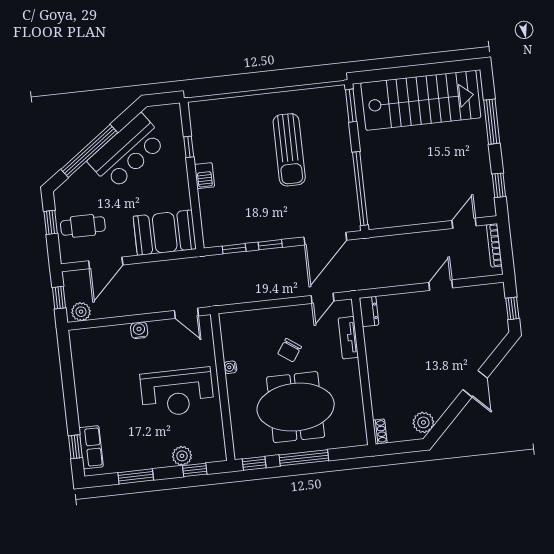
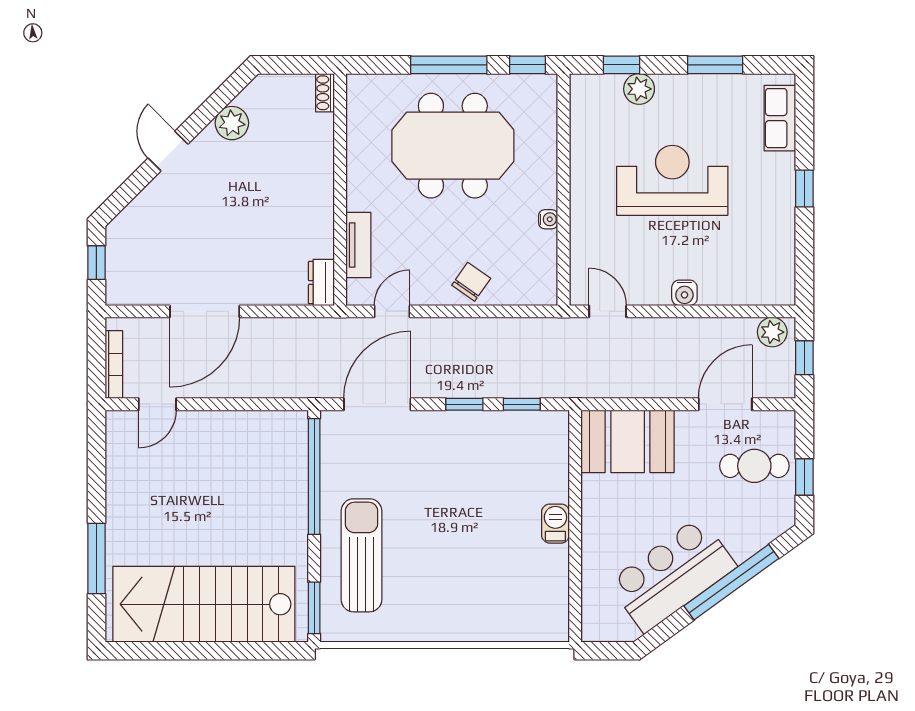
window: (189, 147) -> (575, 571), removed
sun lounger: (289, 150) -> (361, 555), moved
window: (499, 185) -> (96, 458), removed
door: (441, 285) -> (205, 311), width x1.87
chair: (290, 350) -> (471, 282), moved
reception desk: (177, 392) -> (672, 180), moved
plant: (423, 422) -> (232, 123), moved
window: (75, 447) -> (804, 188), moved

